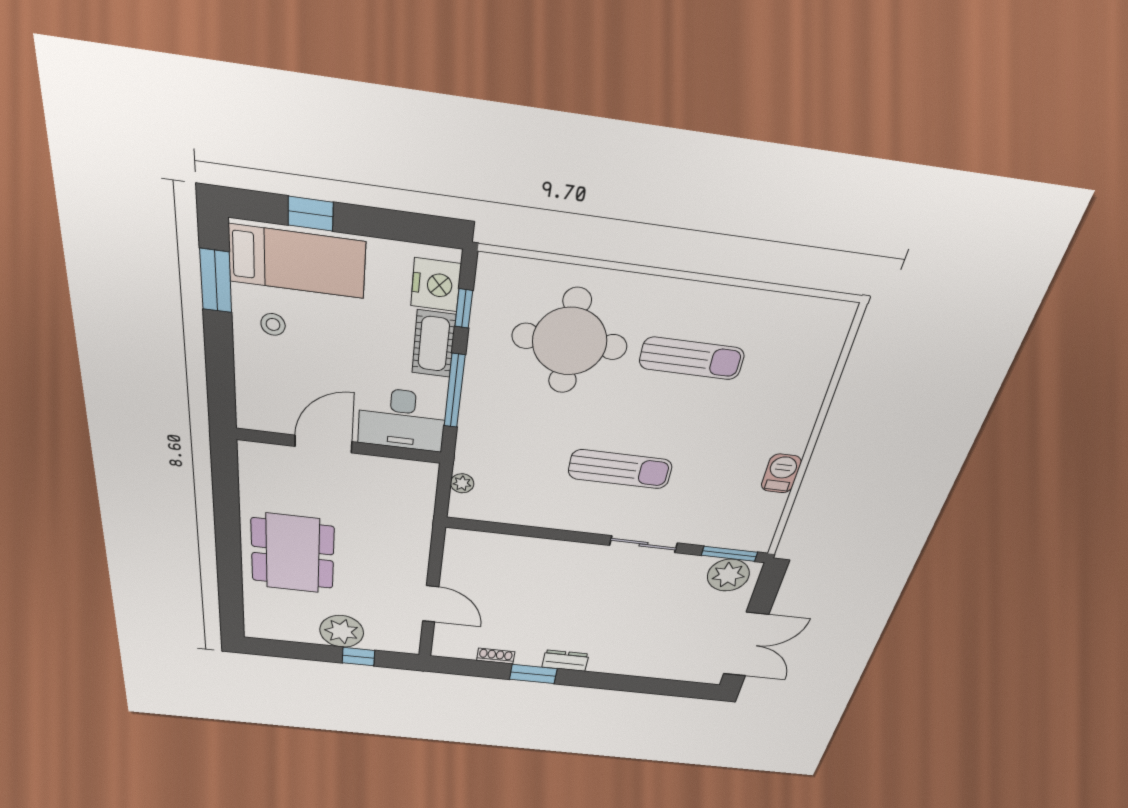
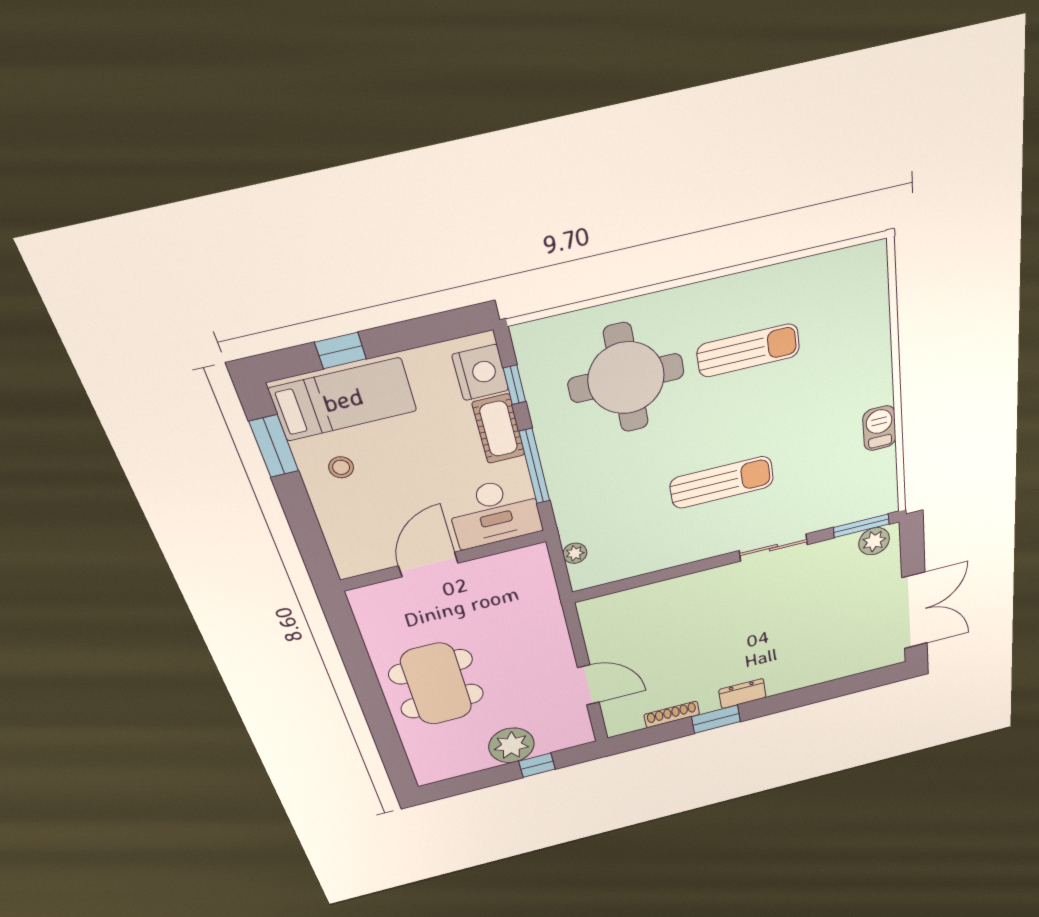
plant: (728, 575) -> (874, 541), width x0.73, depth x0.73
shoe rack: (496, 656) -> (672, 714), width x1.43

